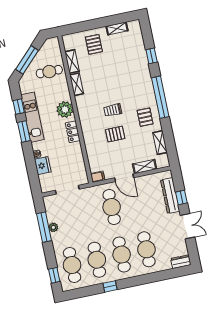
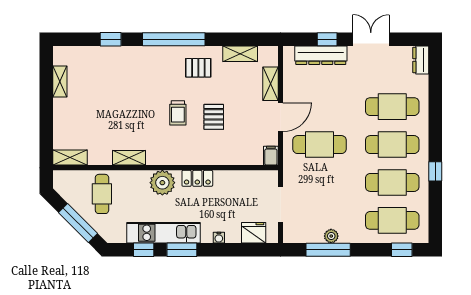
pallet: (94, 44) -> (76, 120), removed
shelving: (72, 61) -> (70, 158), moved
fridge: (43, 166) -> (254, 233), moved

